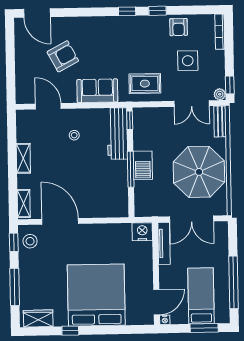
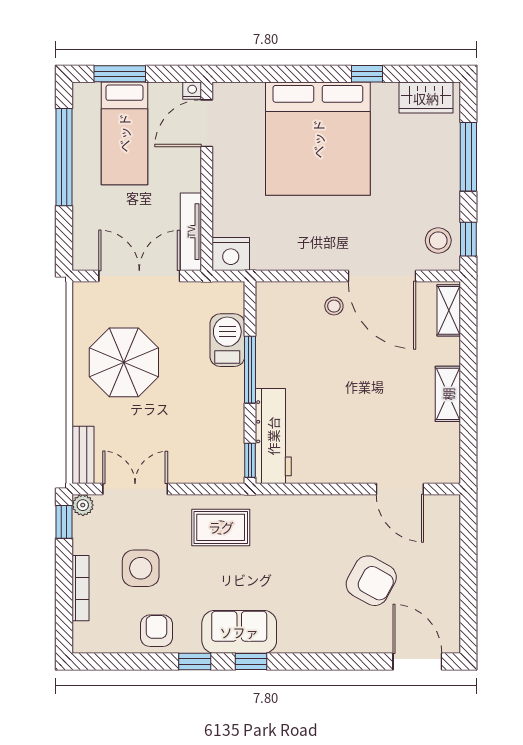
bookcase: (220, 32) -> (80, 588), moved
armchair: (63, 56) -> (371, 581), turned -123
sofa: (97, 91) -> (239, 632), moved, turned 180
stool: (74, 135) -> (334, 306), moved
barbecue: (143, 165) -> (227, 340), moved
parasol: (199, 172) -> (124, 362), width x0.73, depth x0.73

